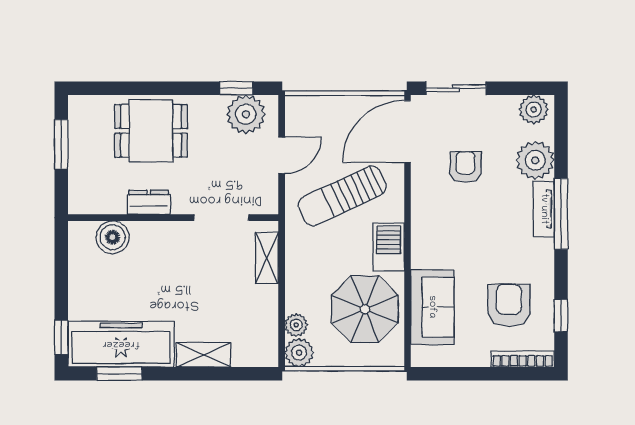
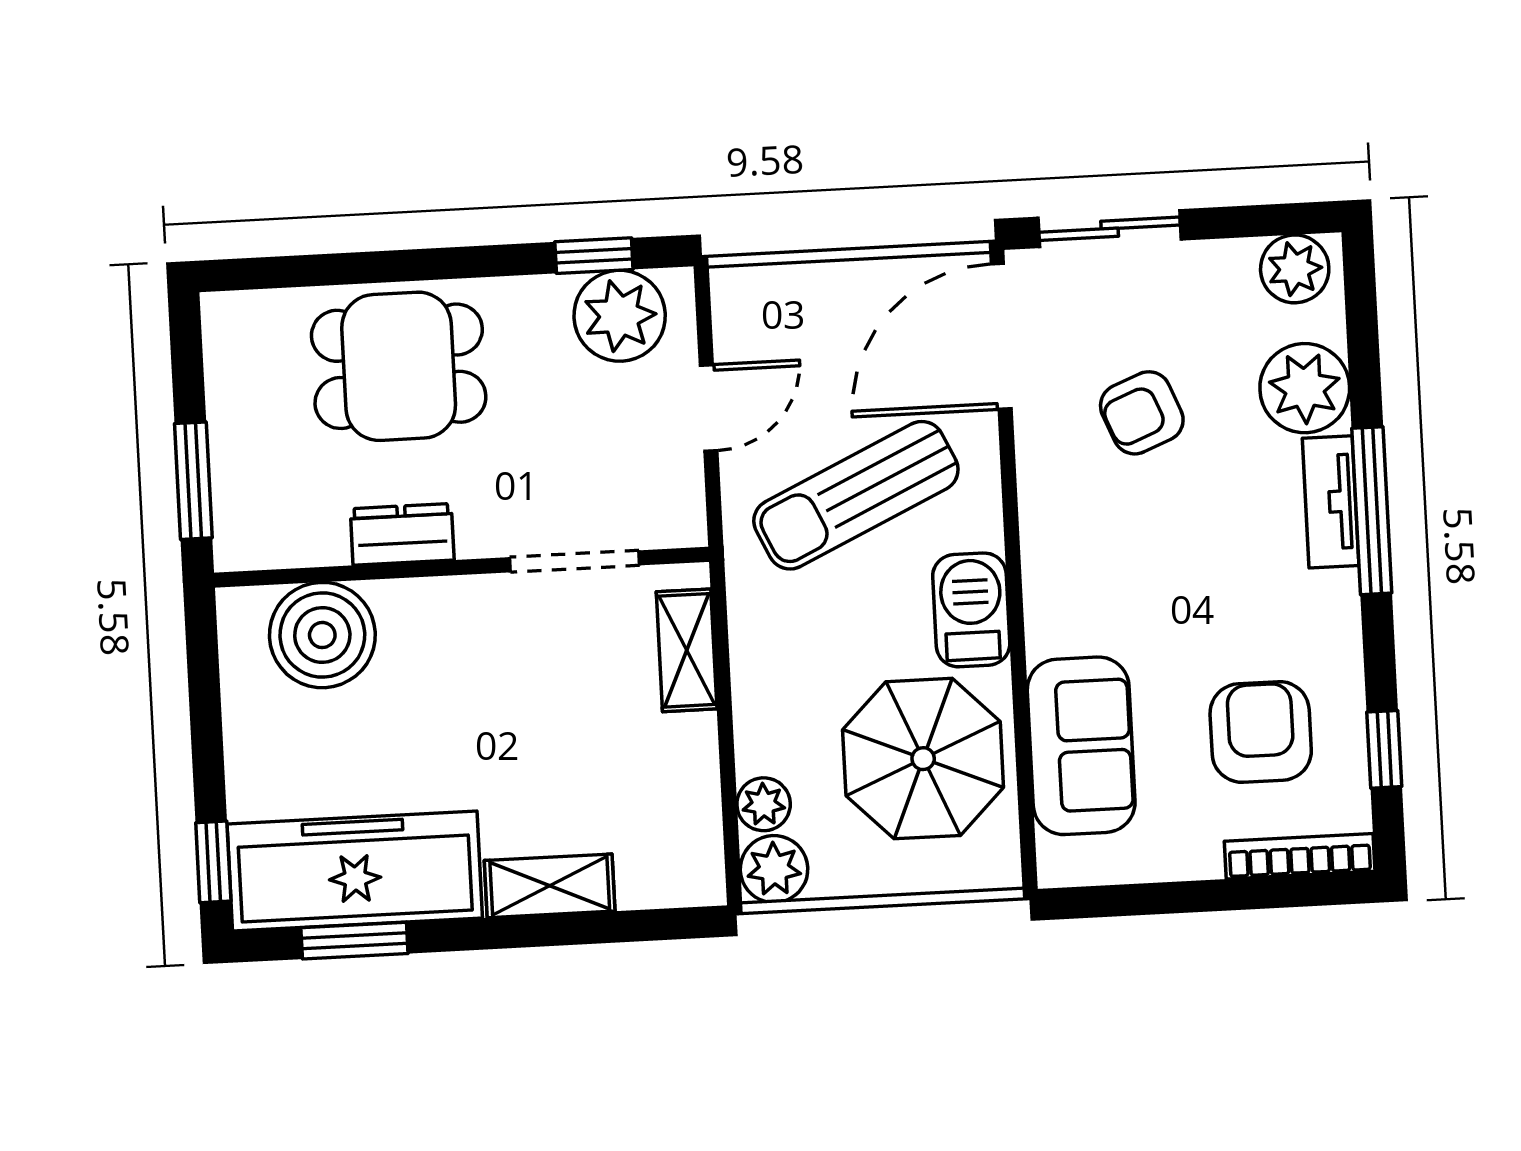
window: (61, 144) -> (193, 481), moved
armchair: (465, 167) -> (1142, 413), turned -112
boiler: (113, 237) -> (322, 635), width x1.37, depth x1.37

